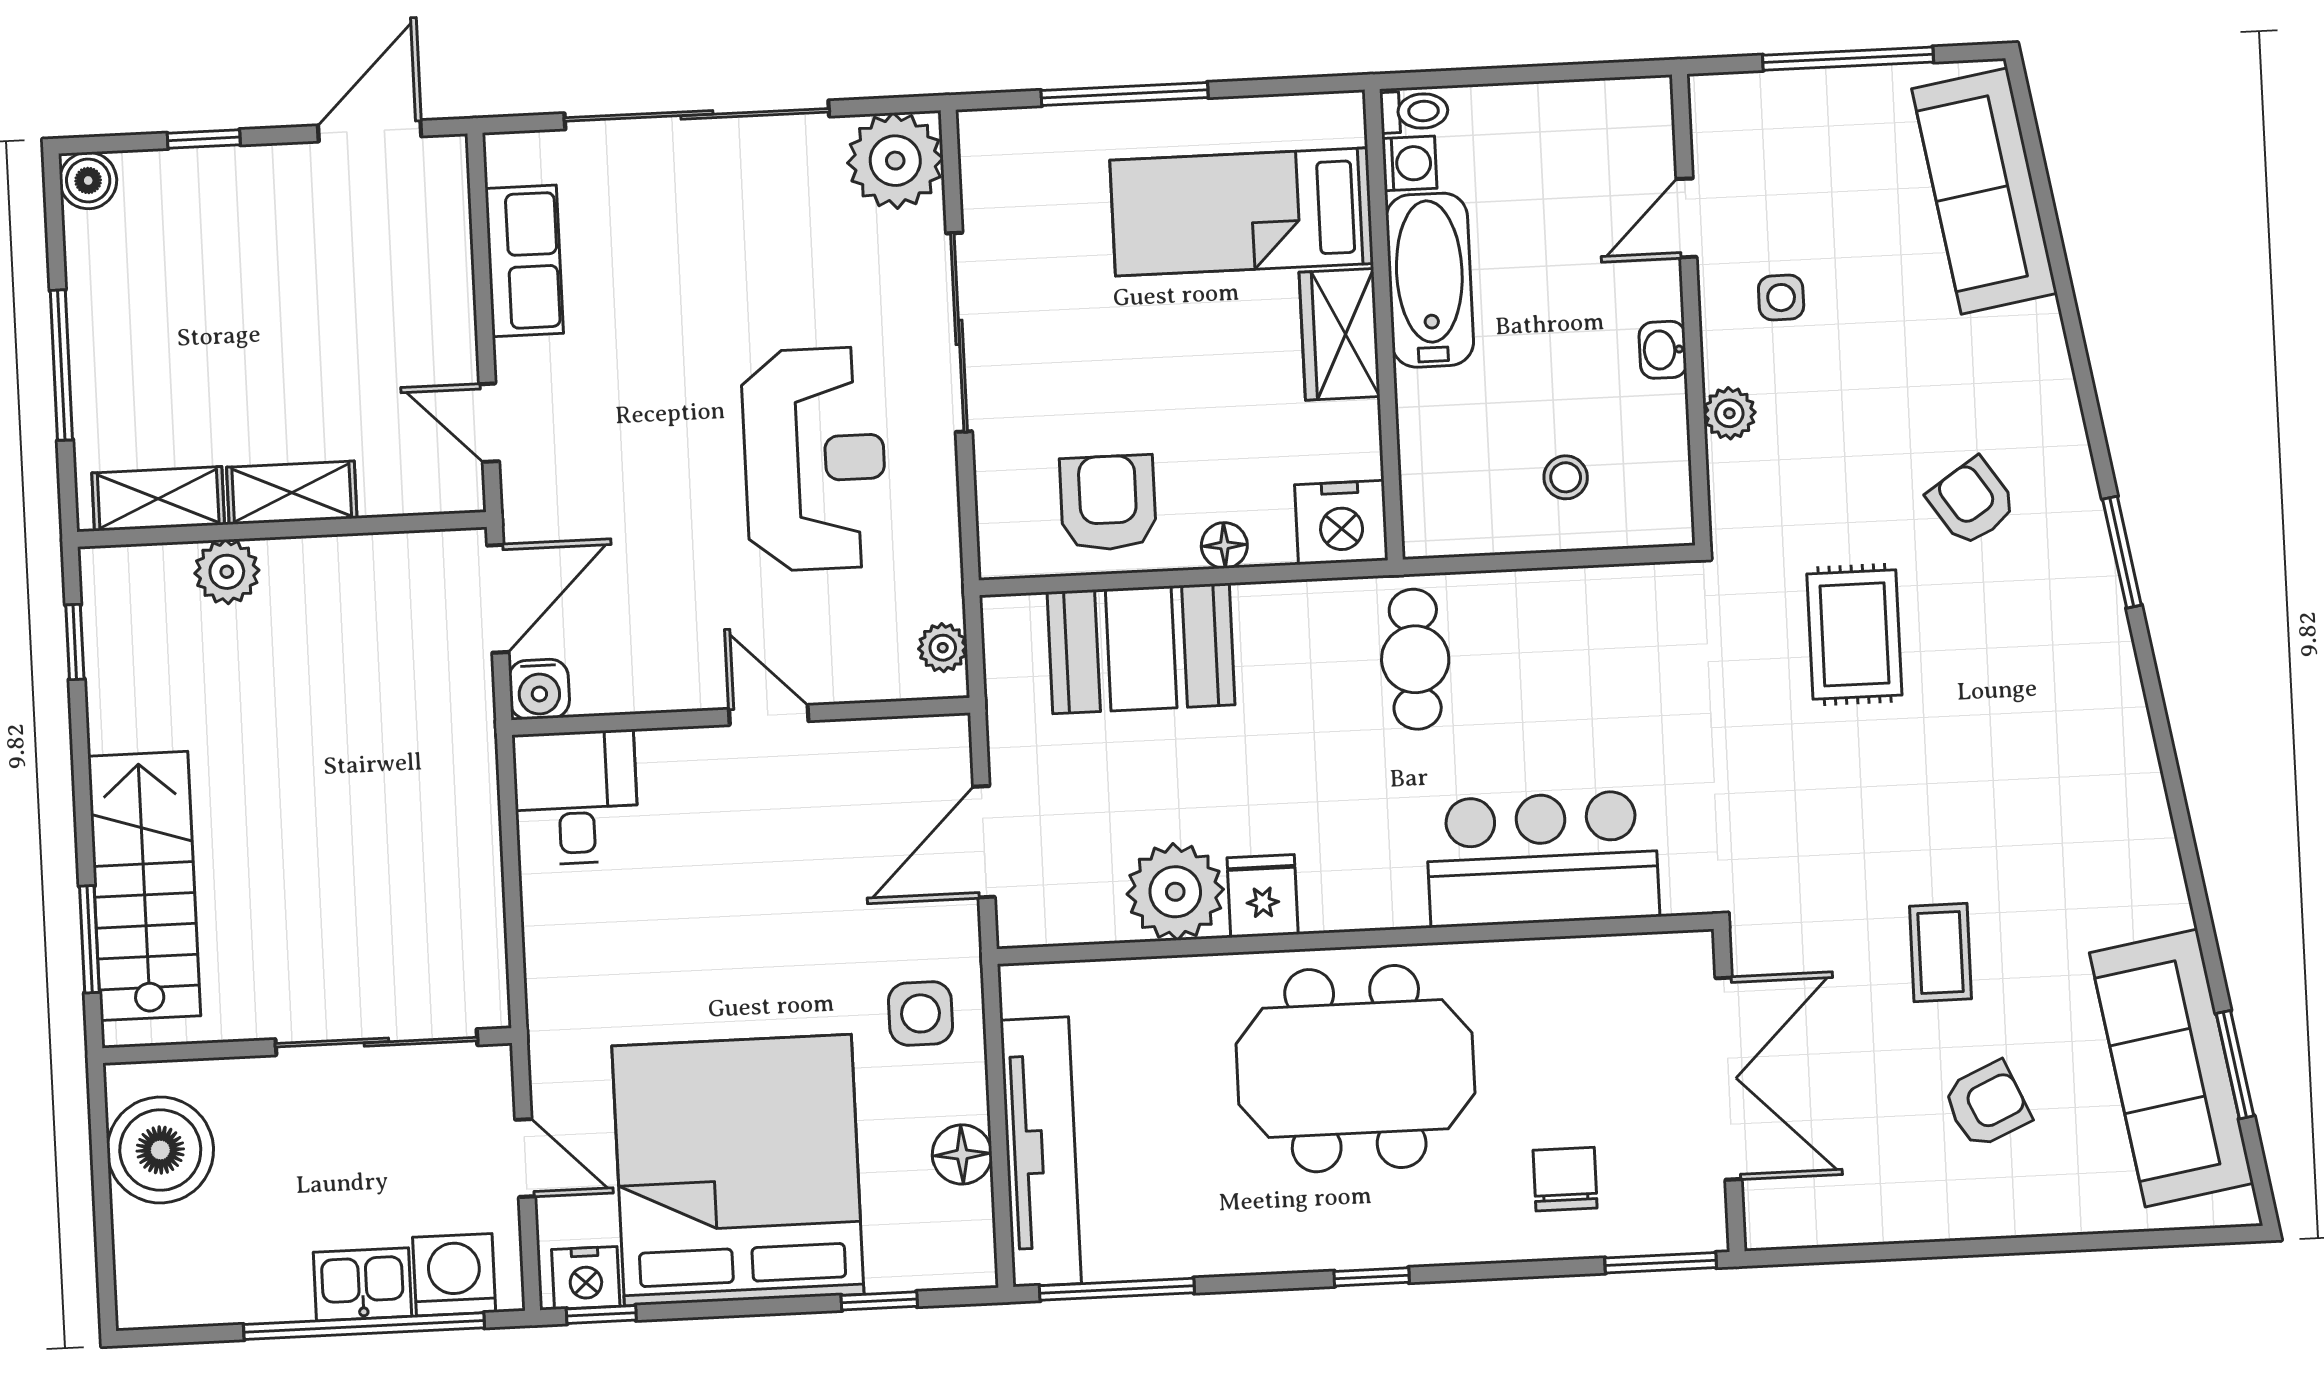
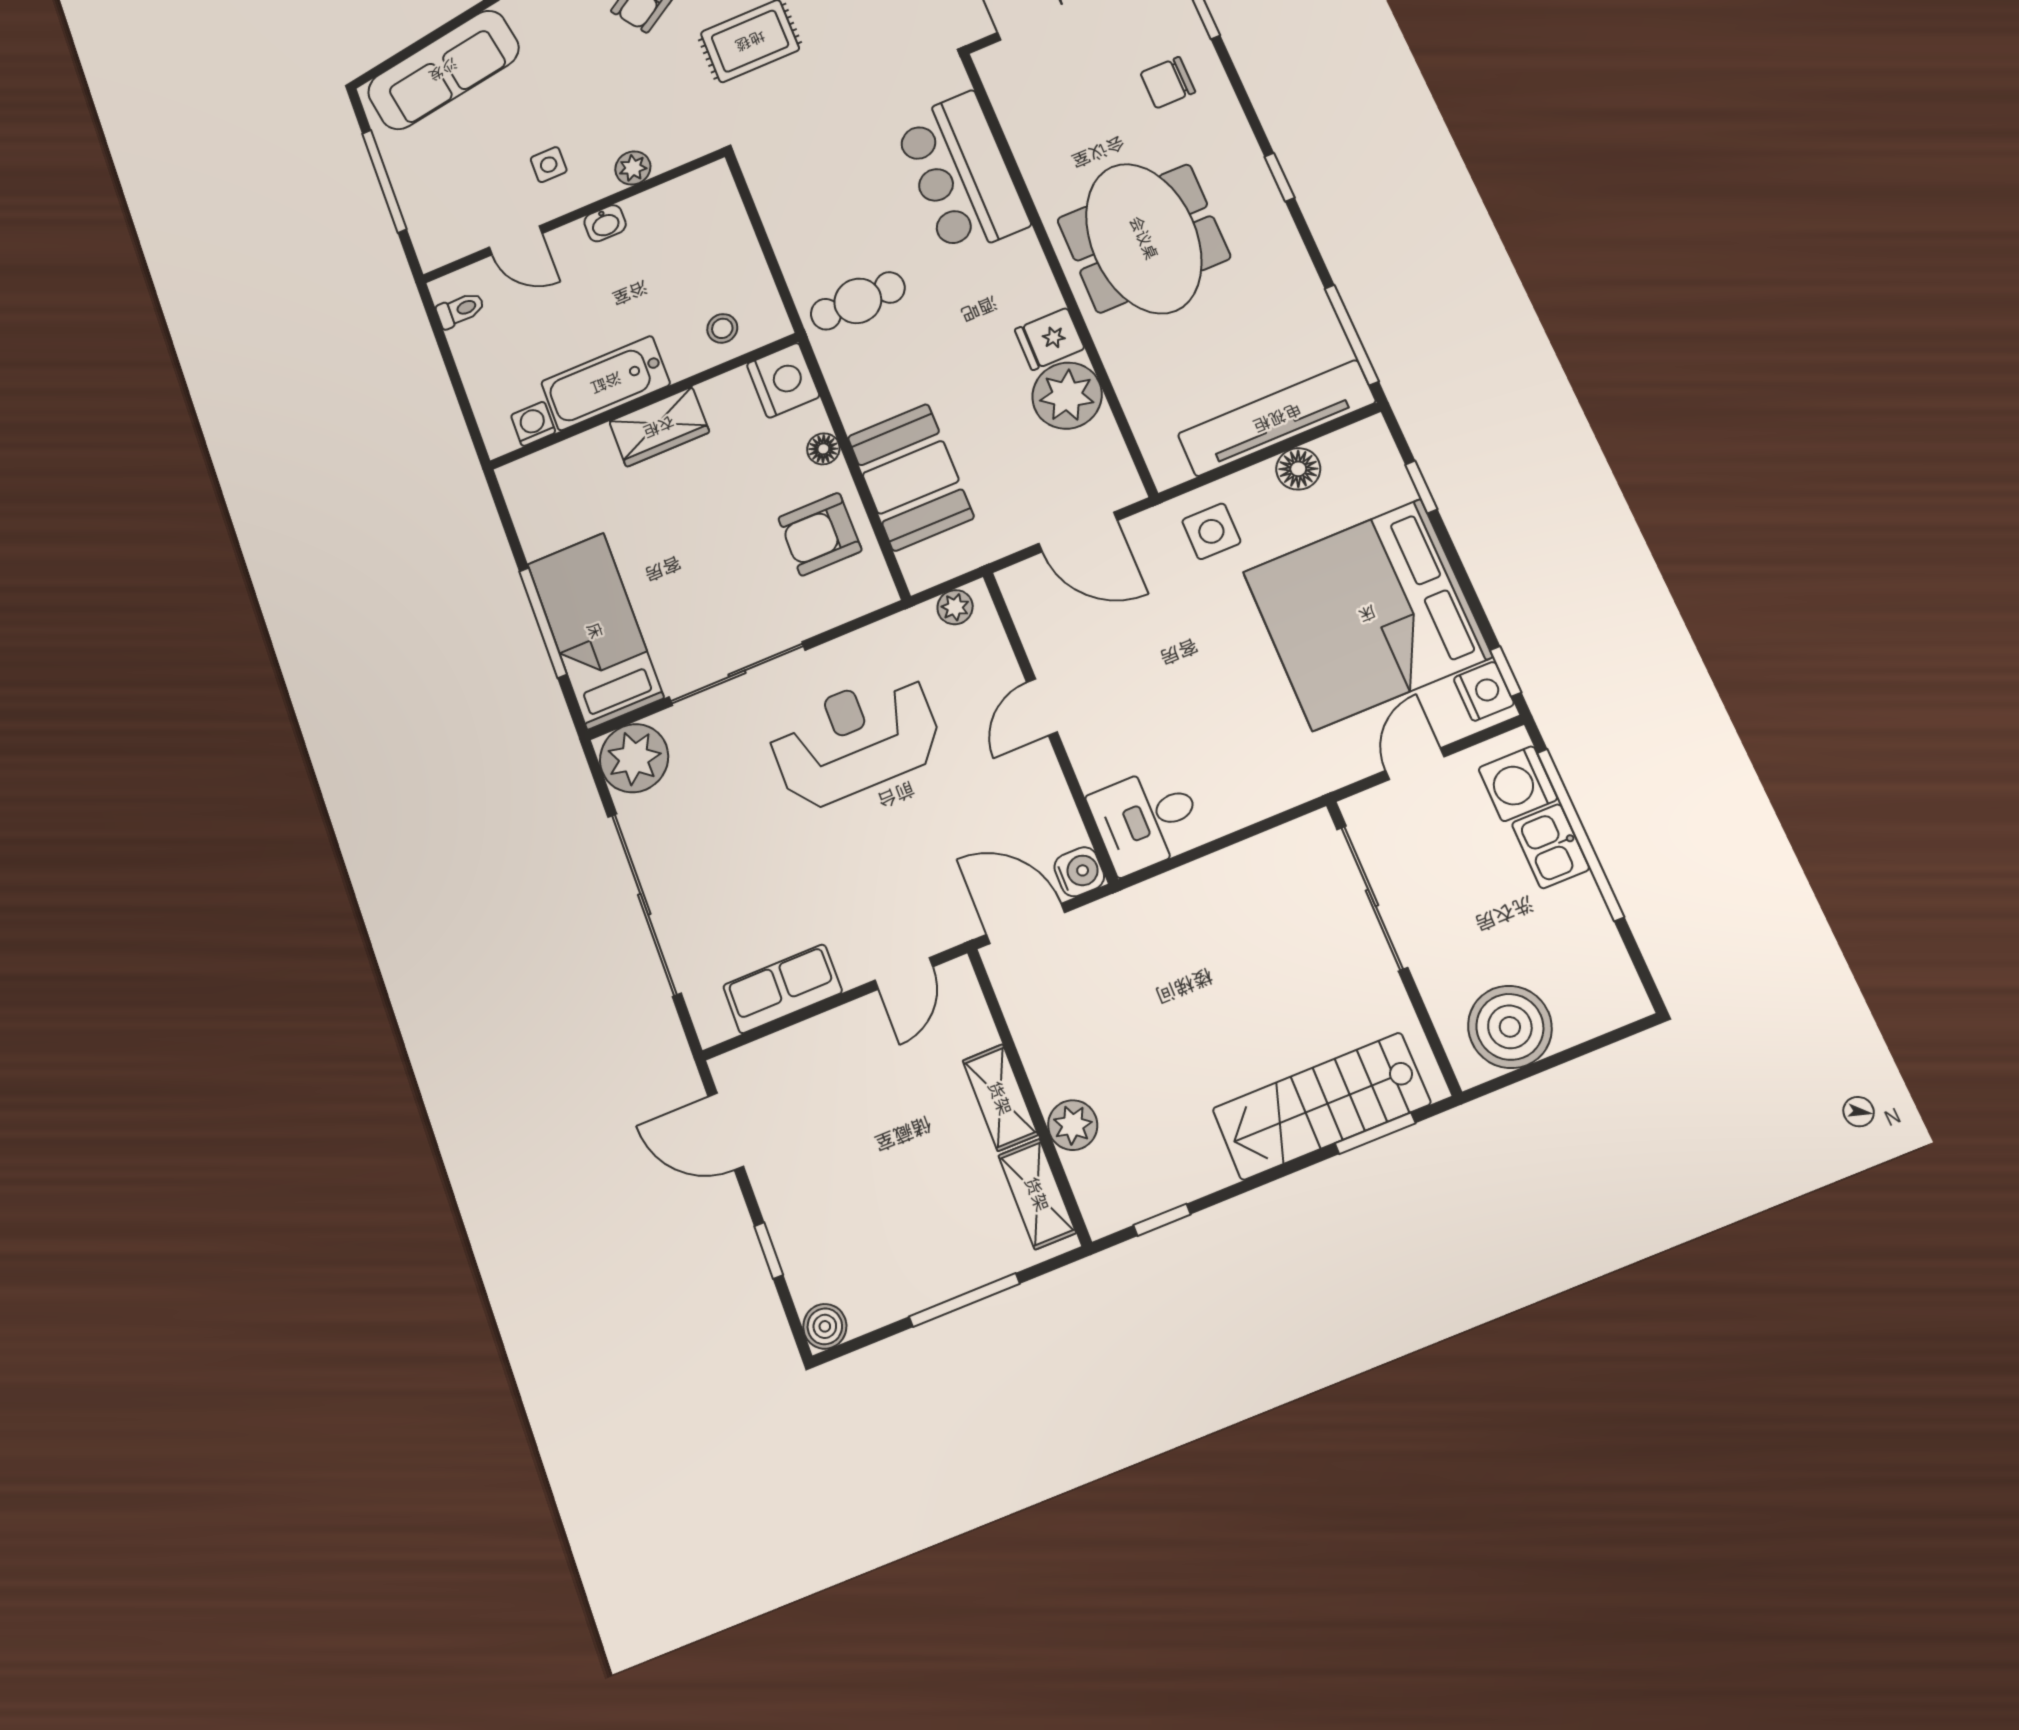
toilet: (1414, 111) -> (460, 310), moved, turned 90
bed: (1242, 212) -> (595, 631), moved, turned 180
stool: (1566, 477) -> (722, 328), moved

